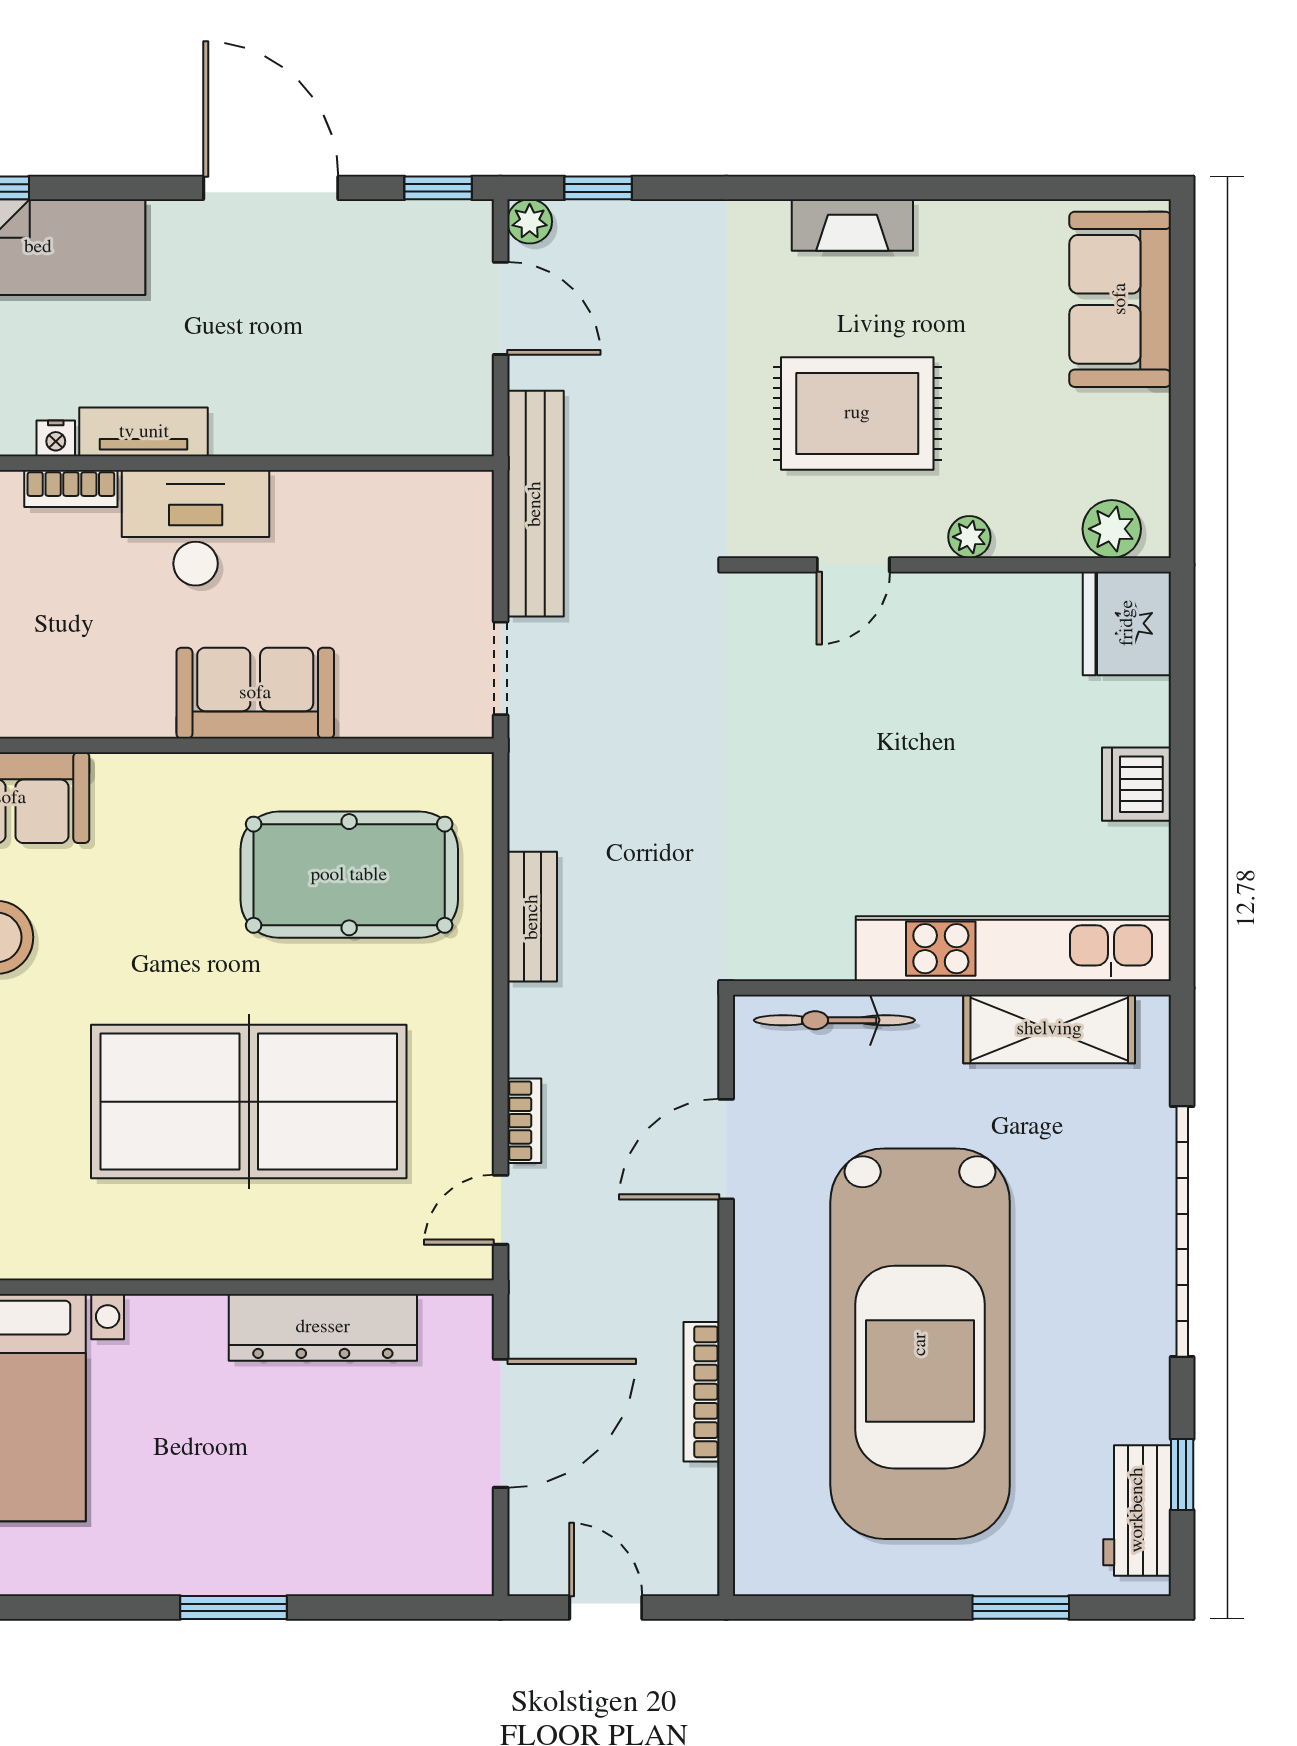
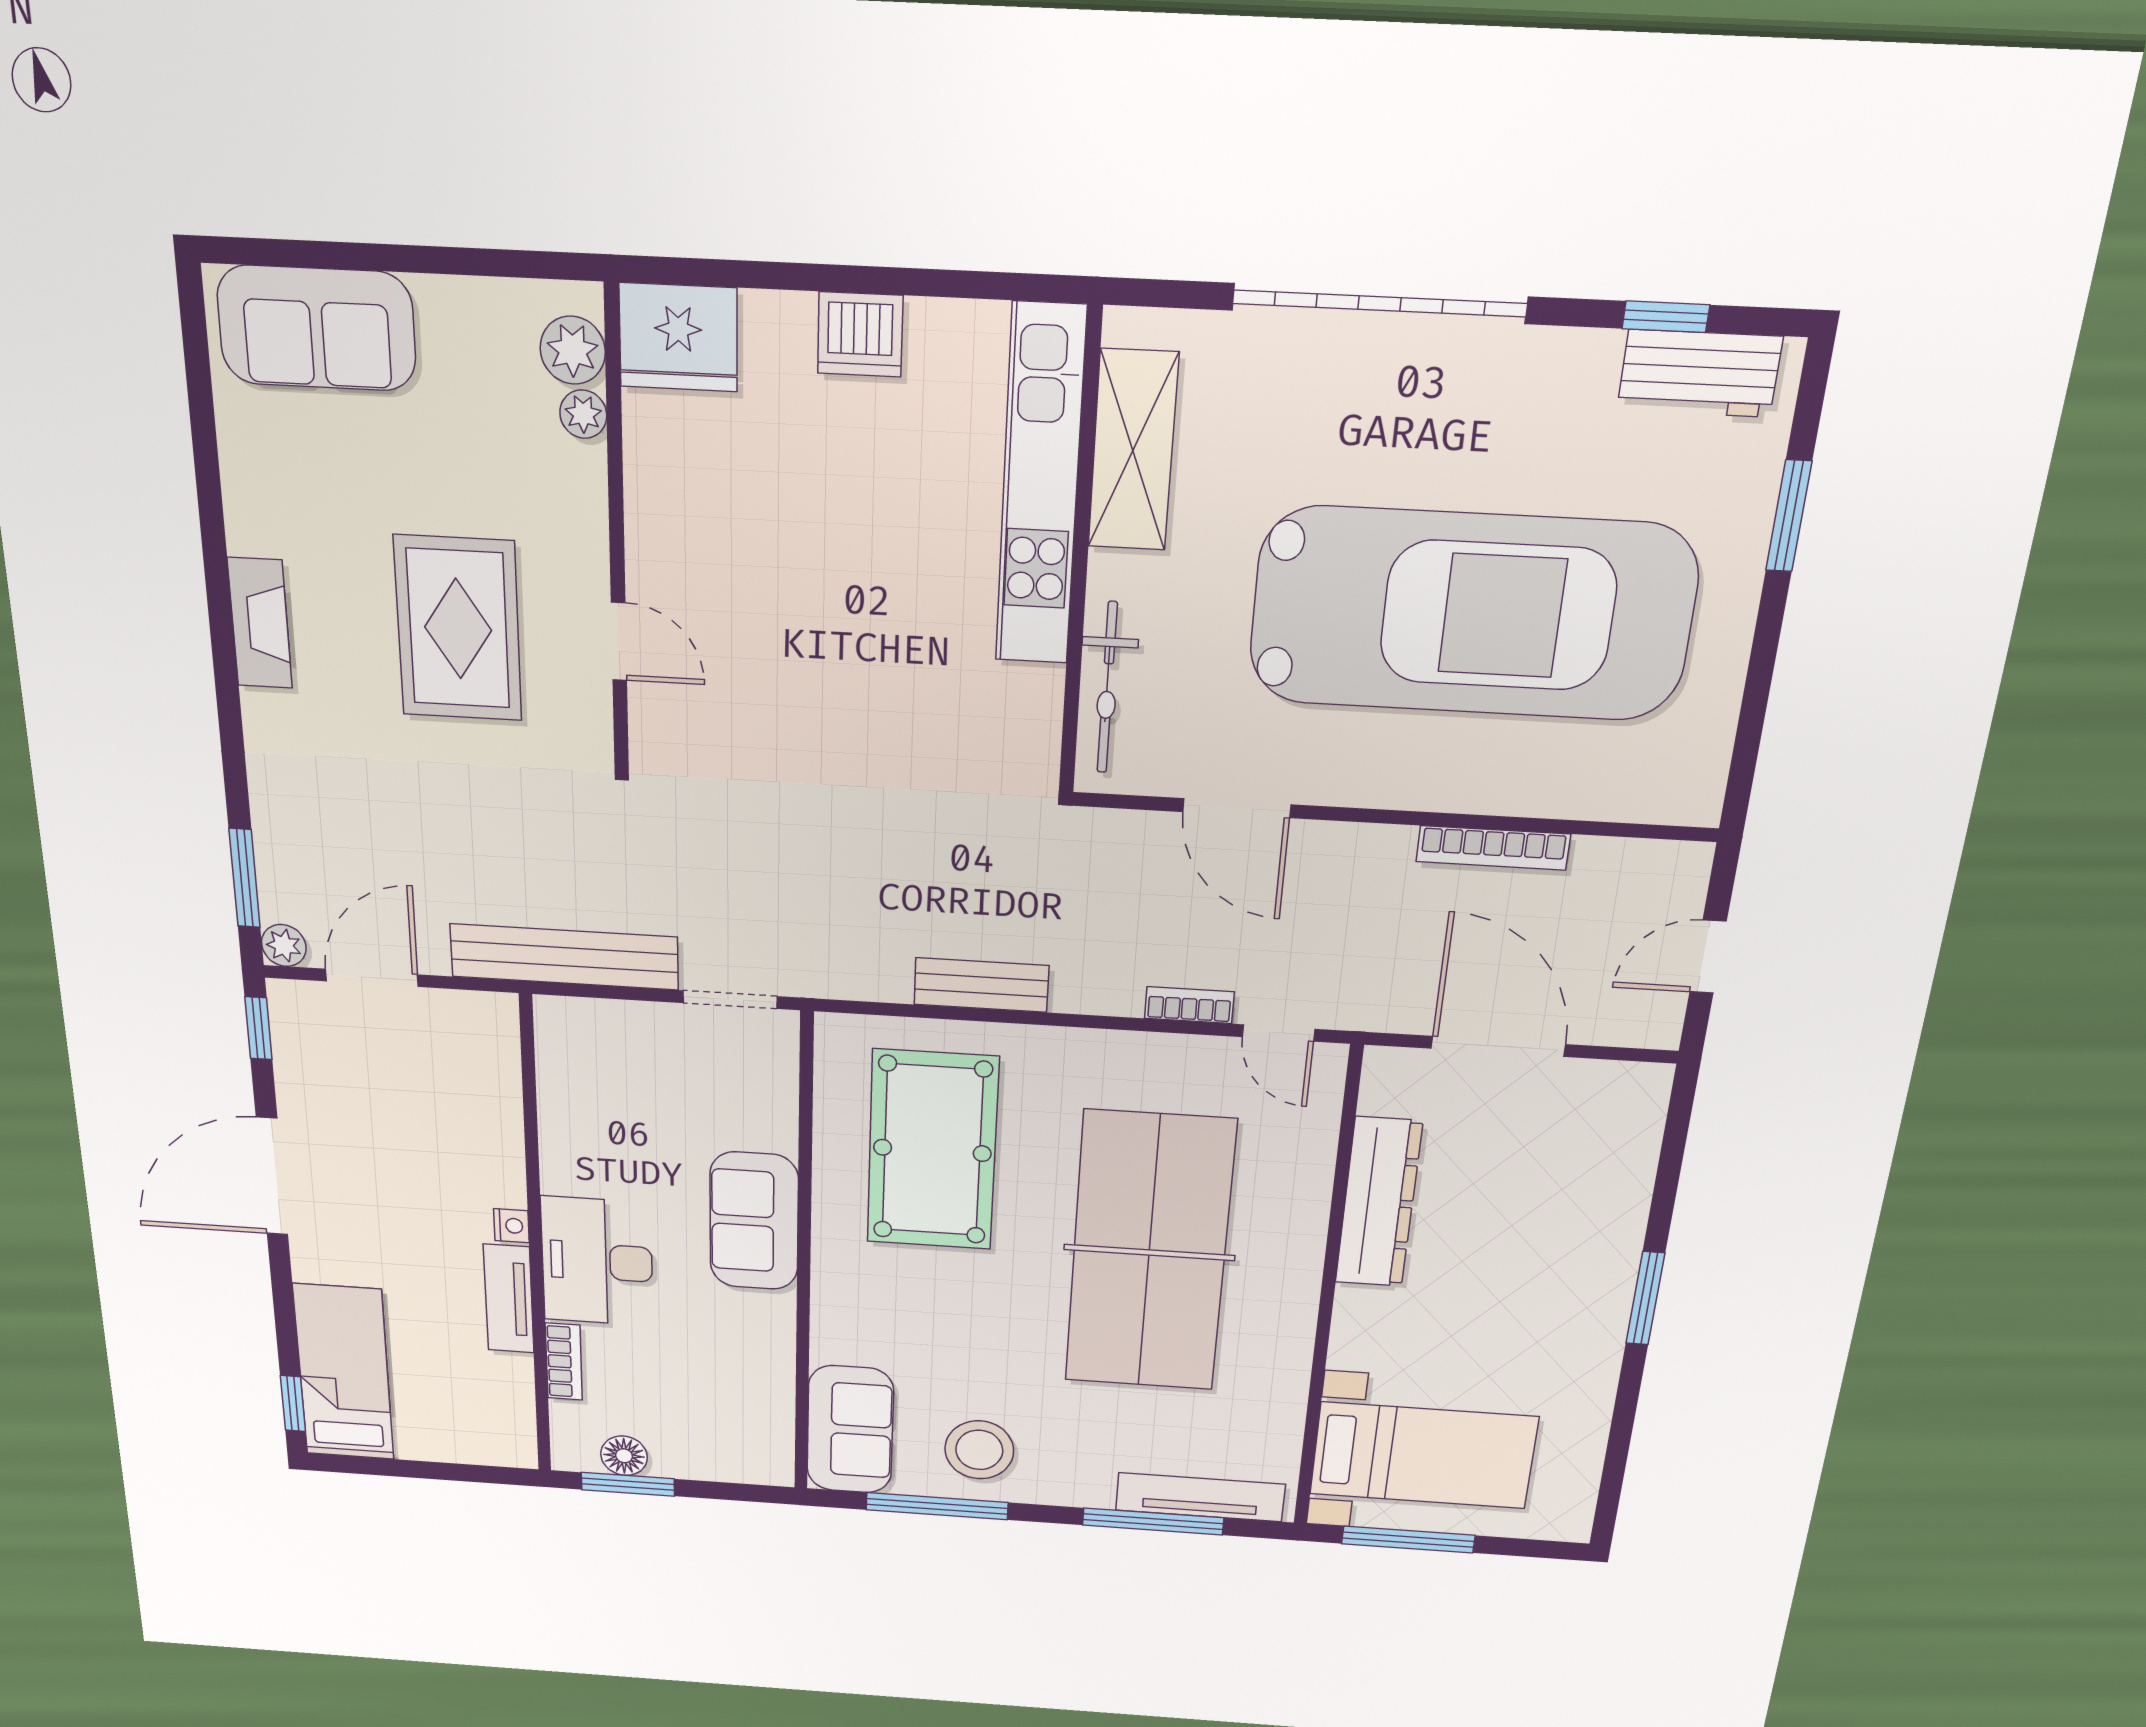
window: (598, 188) -> (245, 878), width x1.50
nightstand: (56, 438) -> (511, 1226), moved
plant: (969, 537) -> (583, 414), moved

